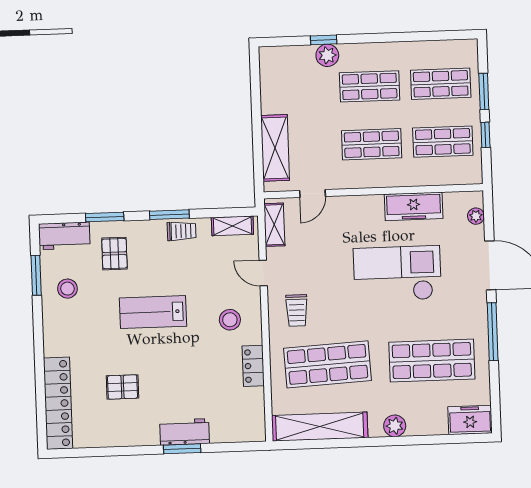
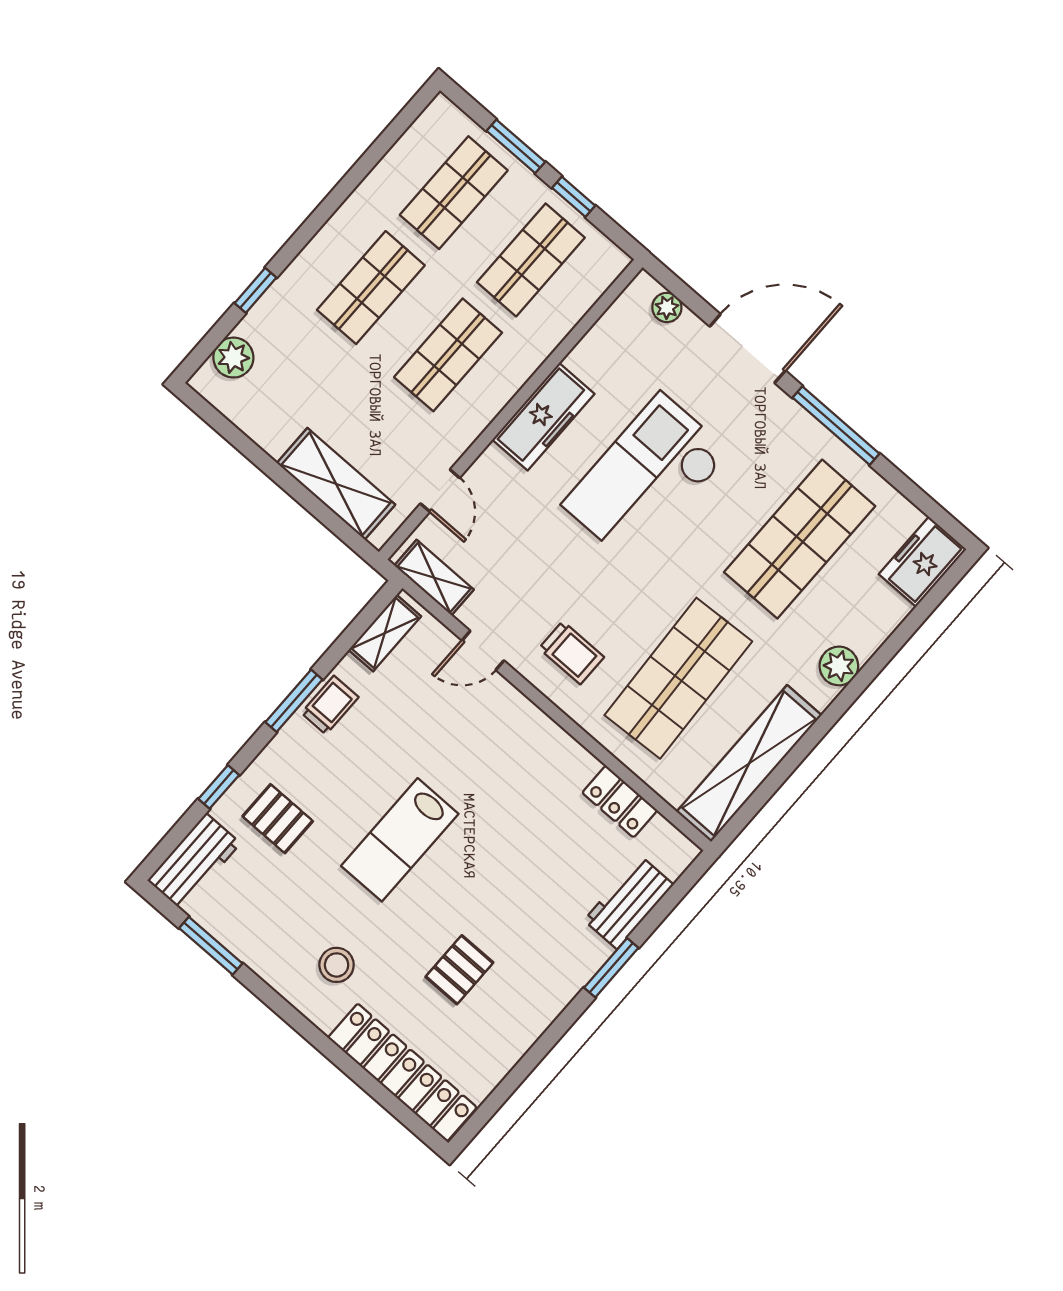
plant: (327, 55) -> (233, 358), moved
freezer: (414, 206) -> (543, 417), moved
window: (105, 217) -> (219, 787), width x0.67
stool: (67, 289) -> (337, 965), moved
stool: (230, 320) -> (503, 750), removed
locker: (253, 366) -> (620, 801), moved
workbench: (184, 432) -> (629, 902), moved

